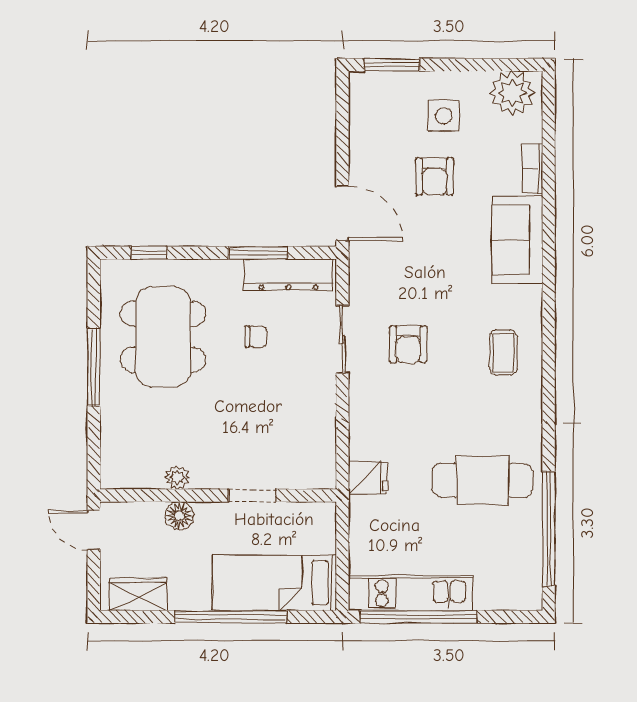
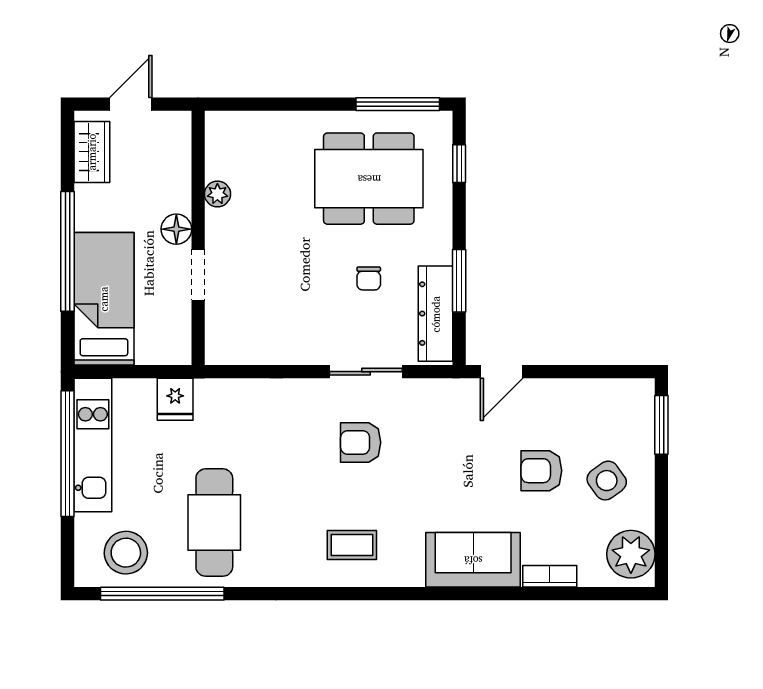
side table: (444, 116) -> (607, 481), turned -36
door: (342, 213) -> (502, 372), width x0.73
window: (94, 367) -> (398, 104), moved
fridge: (368, 478) -> (175, 399), moved
floor lamp: (179, 516) -> (176, 229), moved
door: (94, 530) -> (131, 104), moved
stool: (511, 563) -> (126, 553), added

